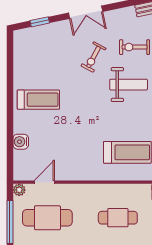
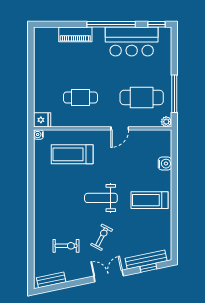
bench: (42, 31) -> (146, 260), added
weight bench: (129, 85) -> (101, 198), moved
door: (44, 182) -> (120, 128), moved

